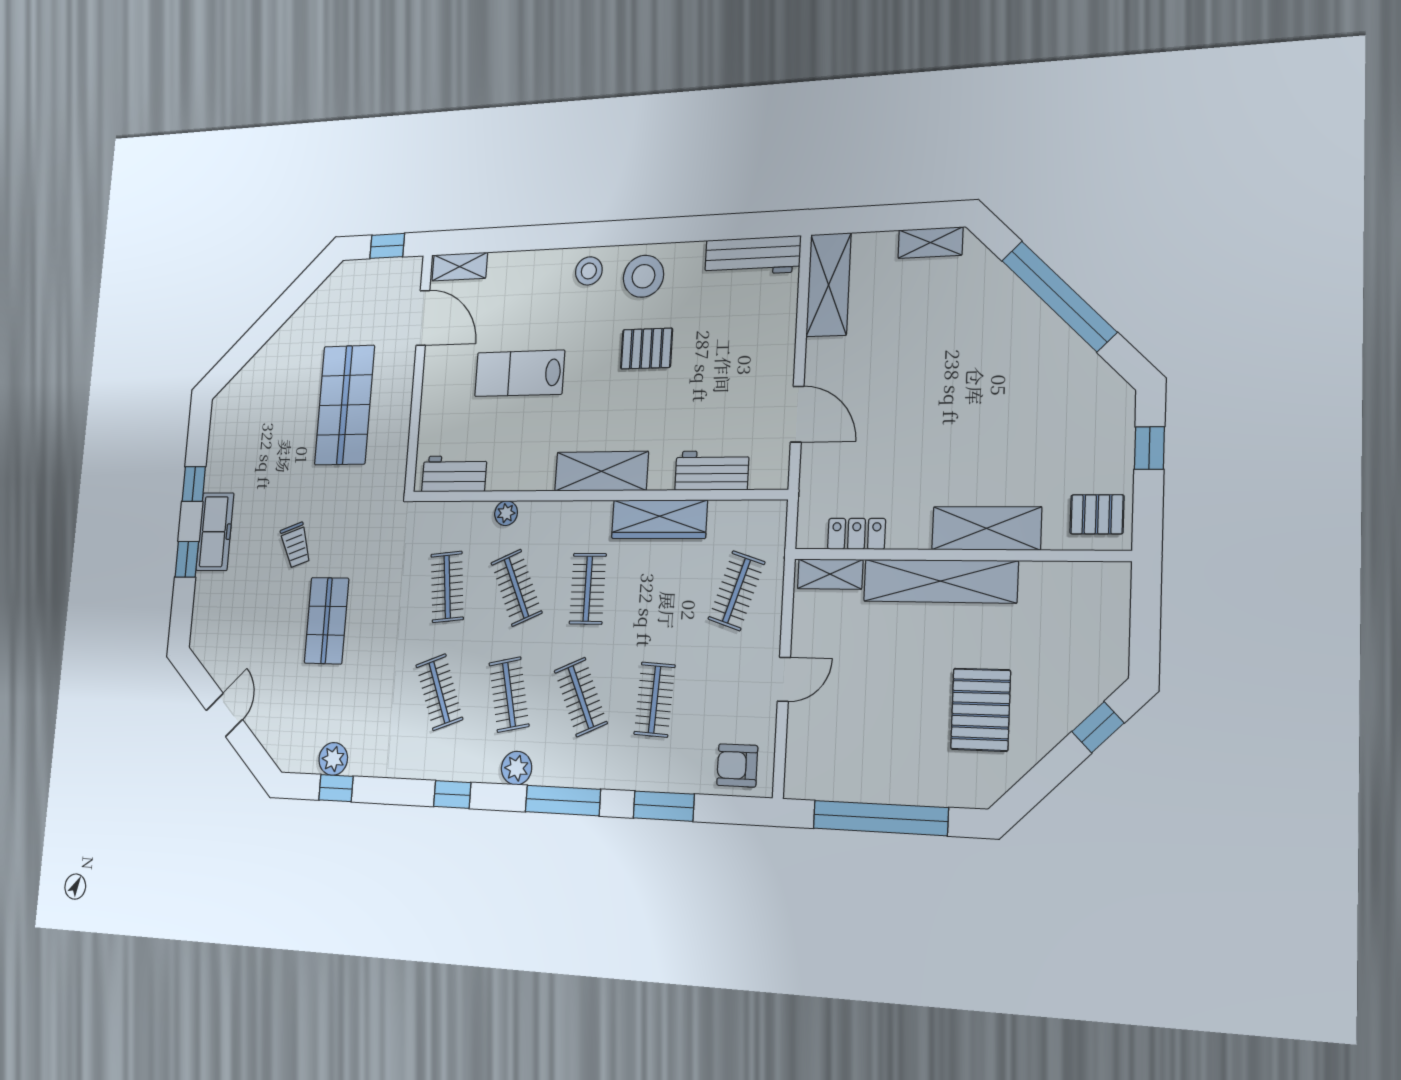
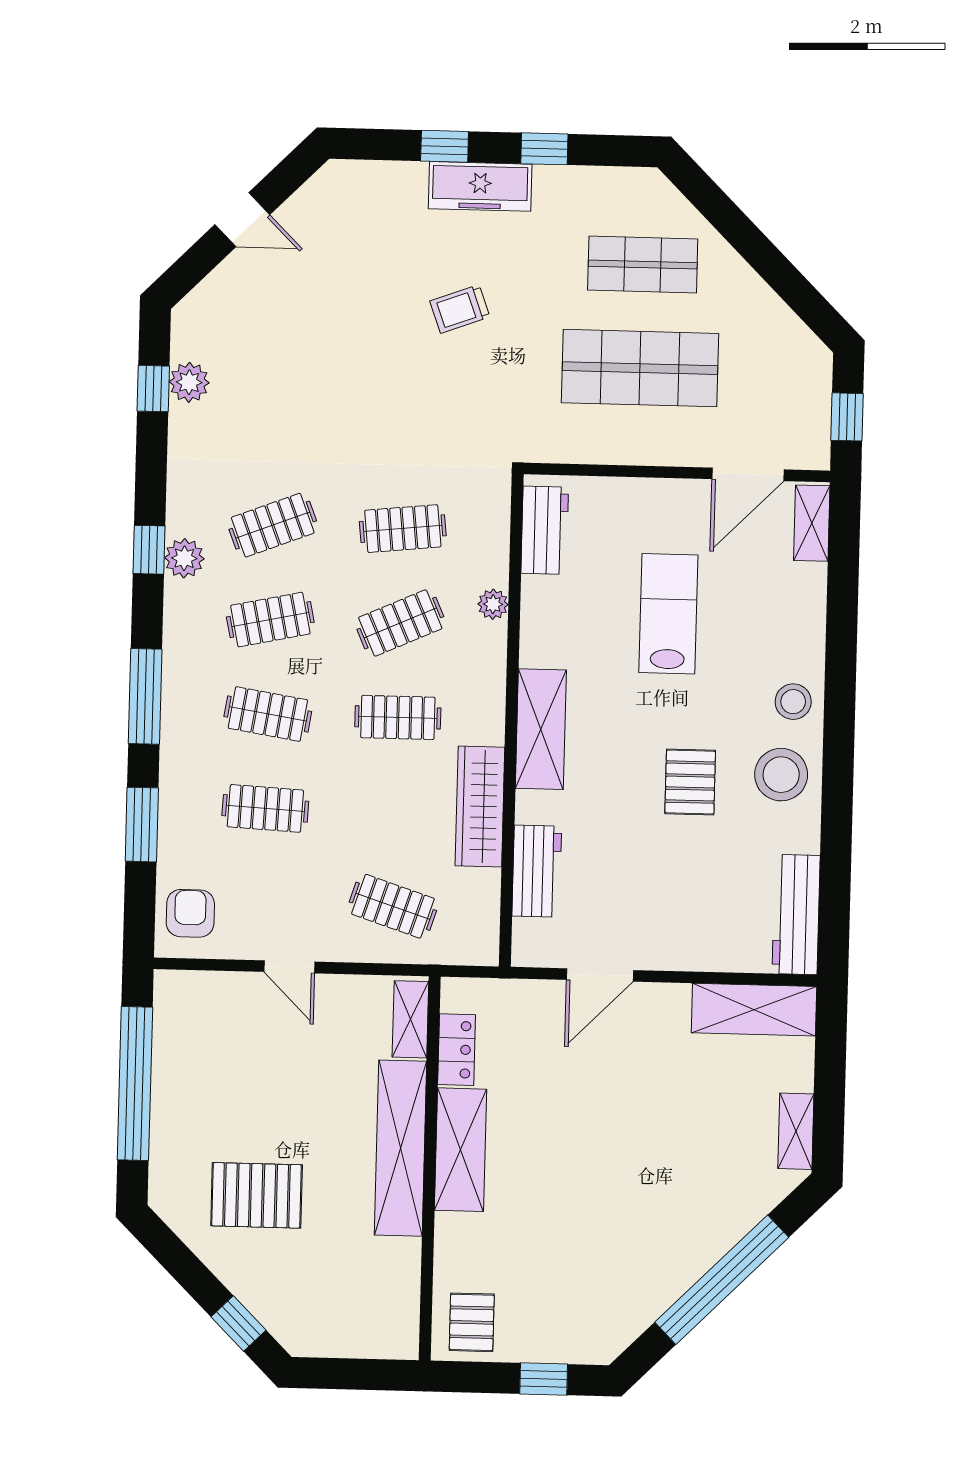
shelving: (986, 528) -> (461, 1150), moved
shop shelf: (327, 621) -> (643, 265), moved
clothes rail: (581, 697) -> (268, 714), turned 33
plant: (517, 768) -> (184, 558), moved

